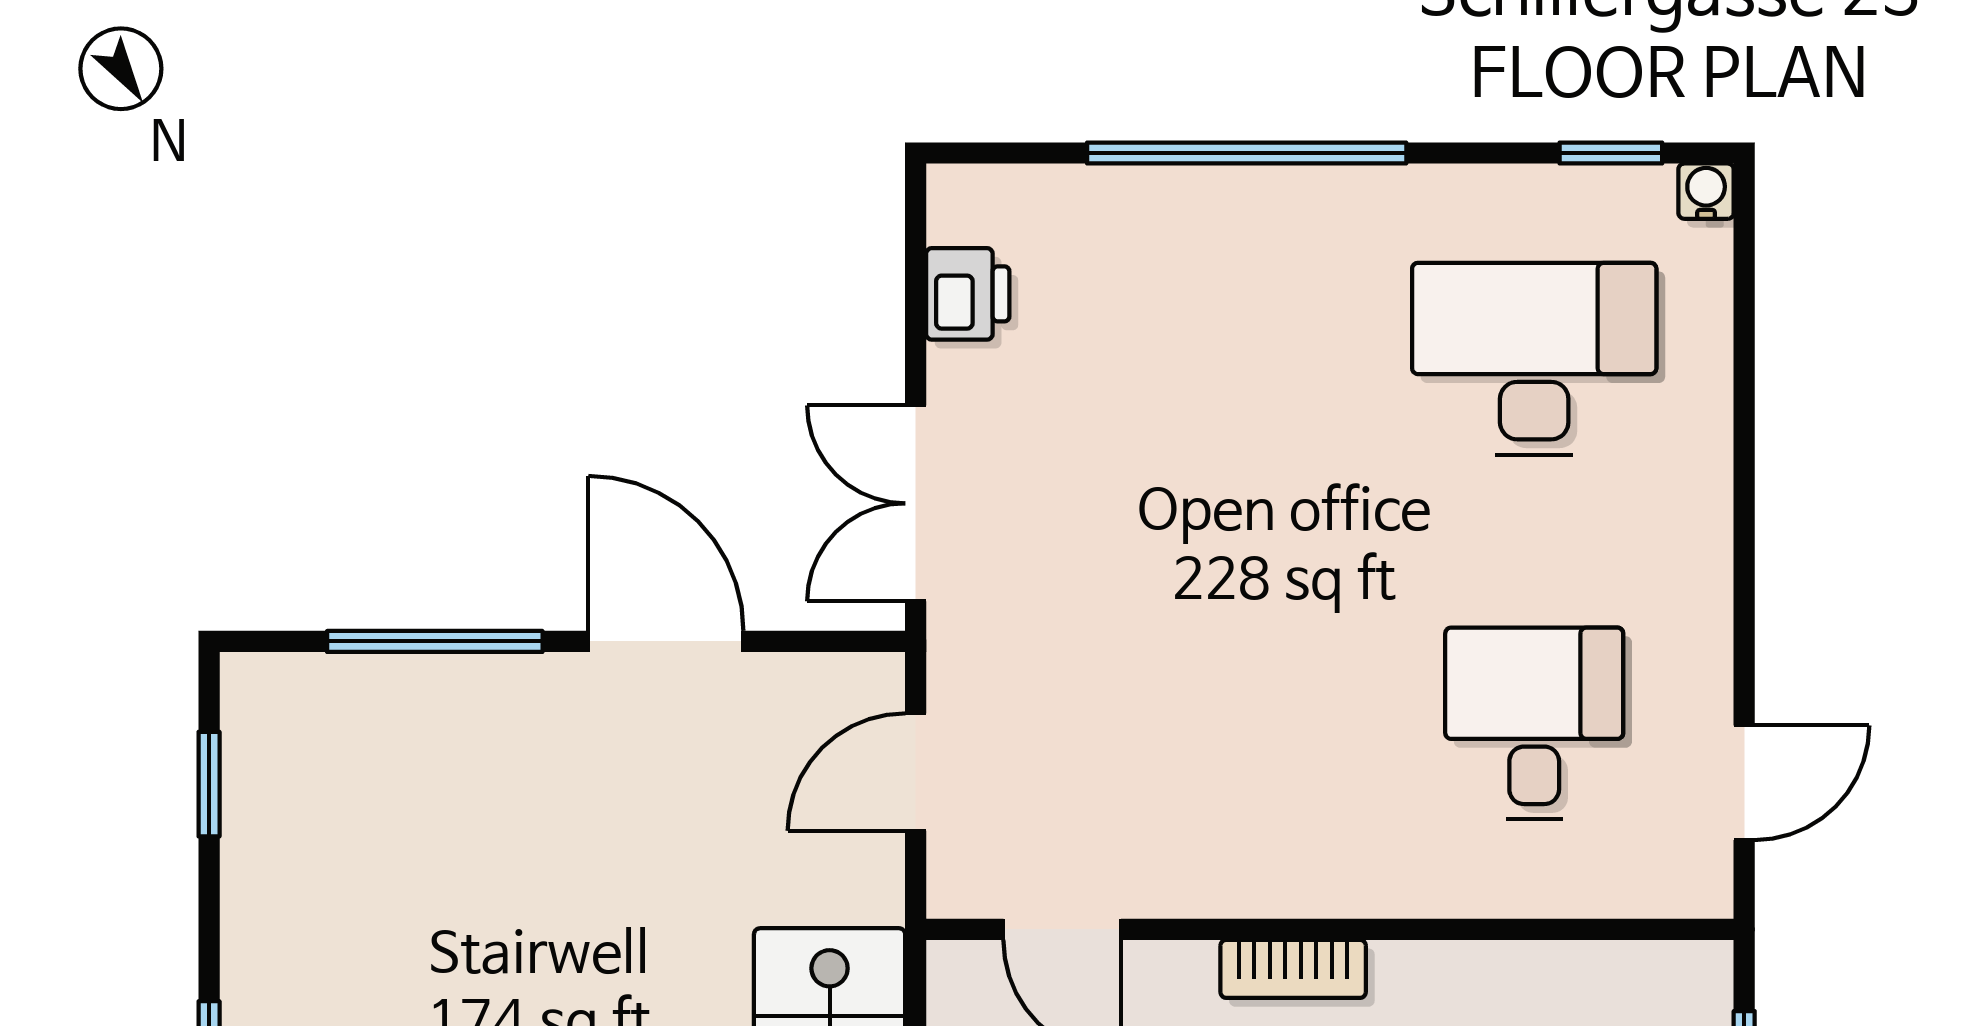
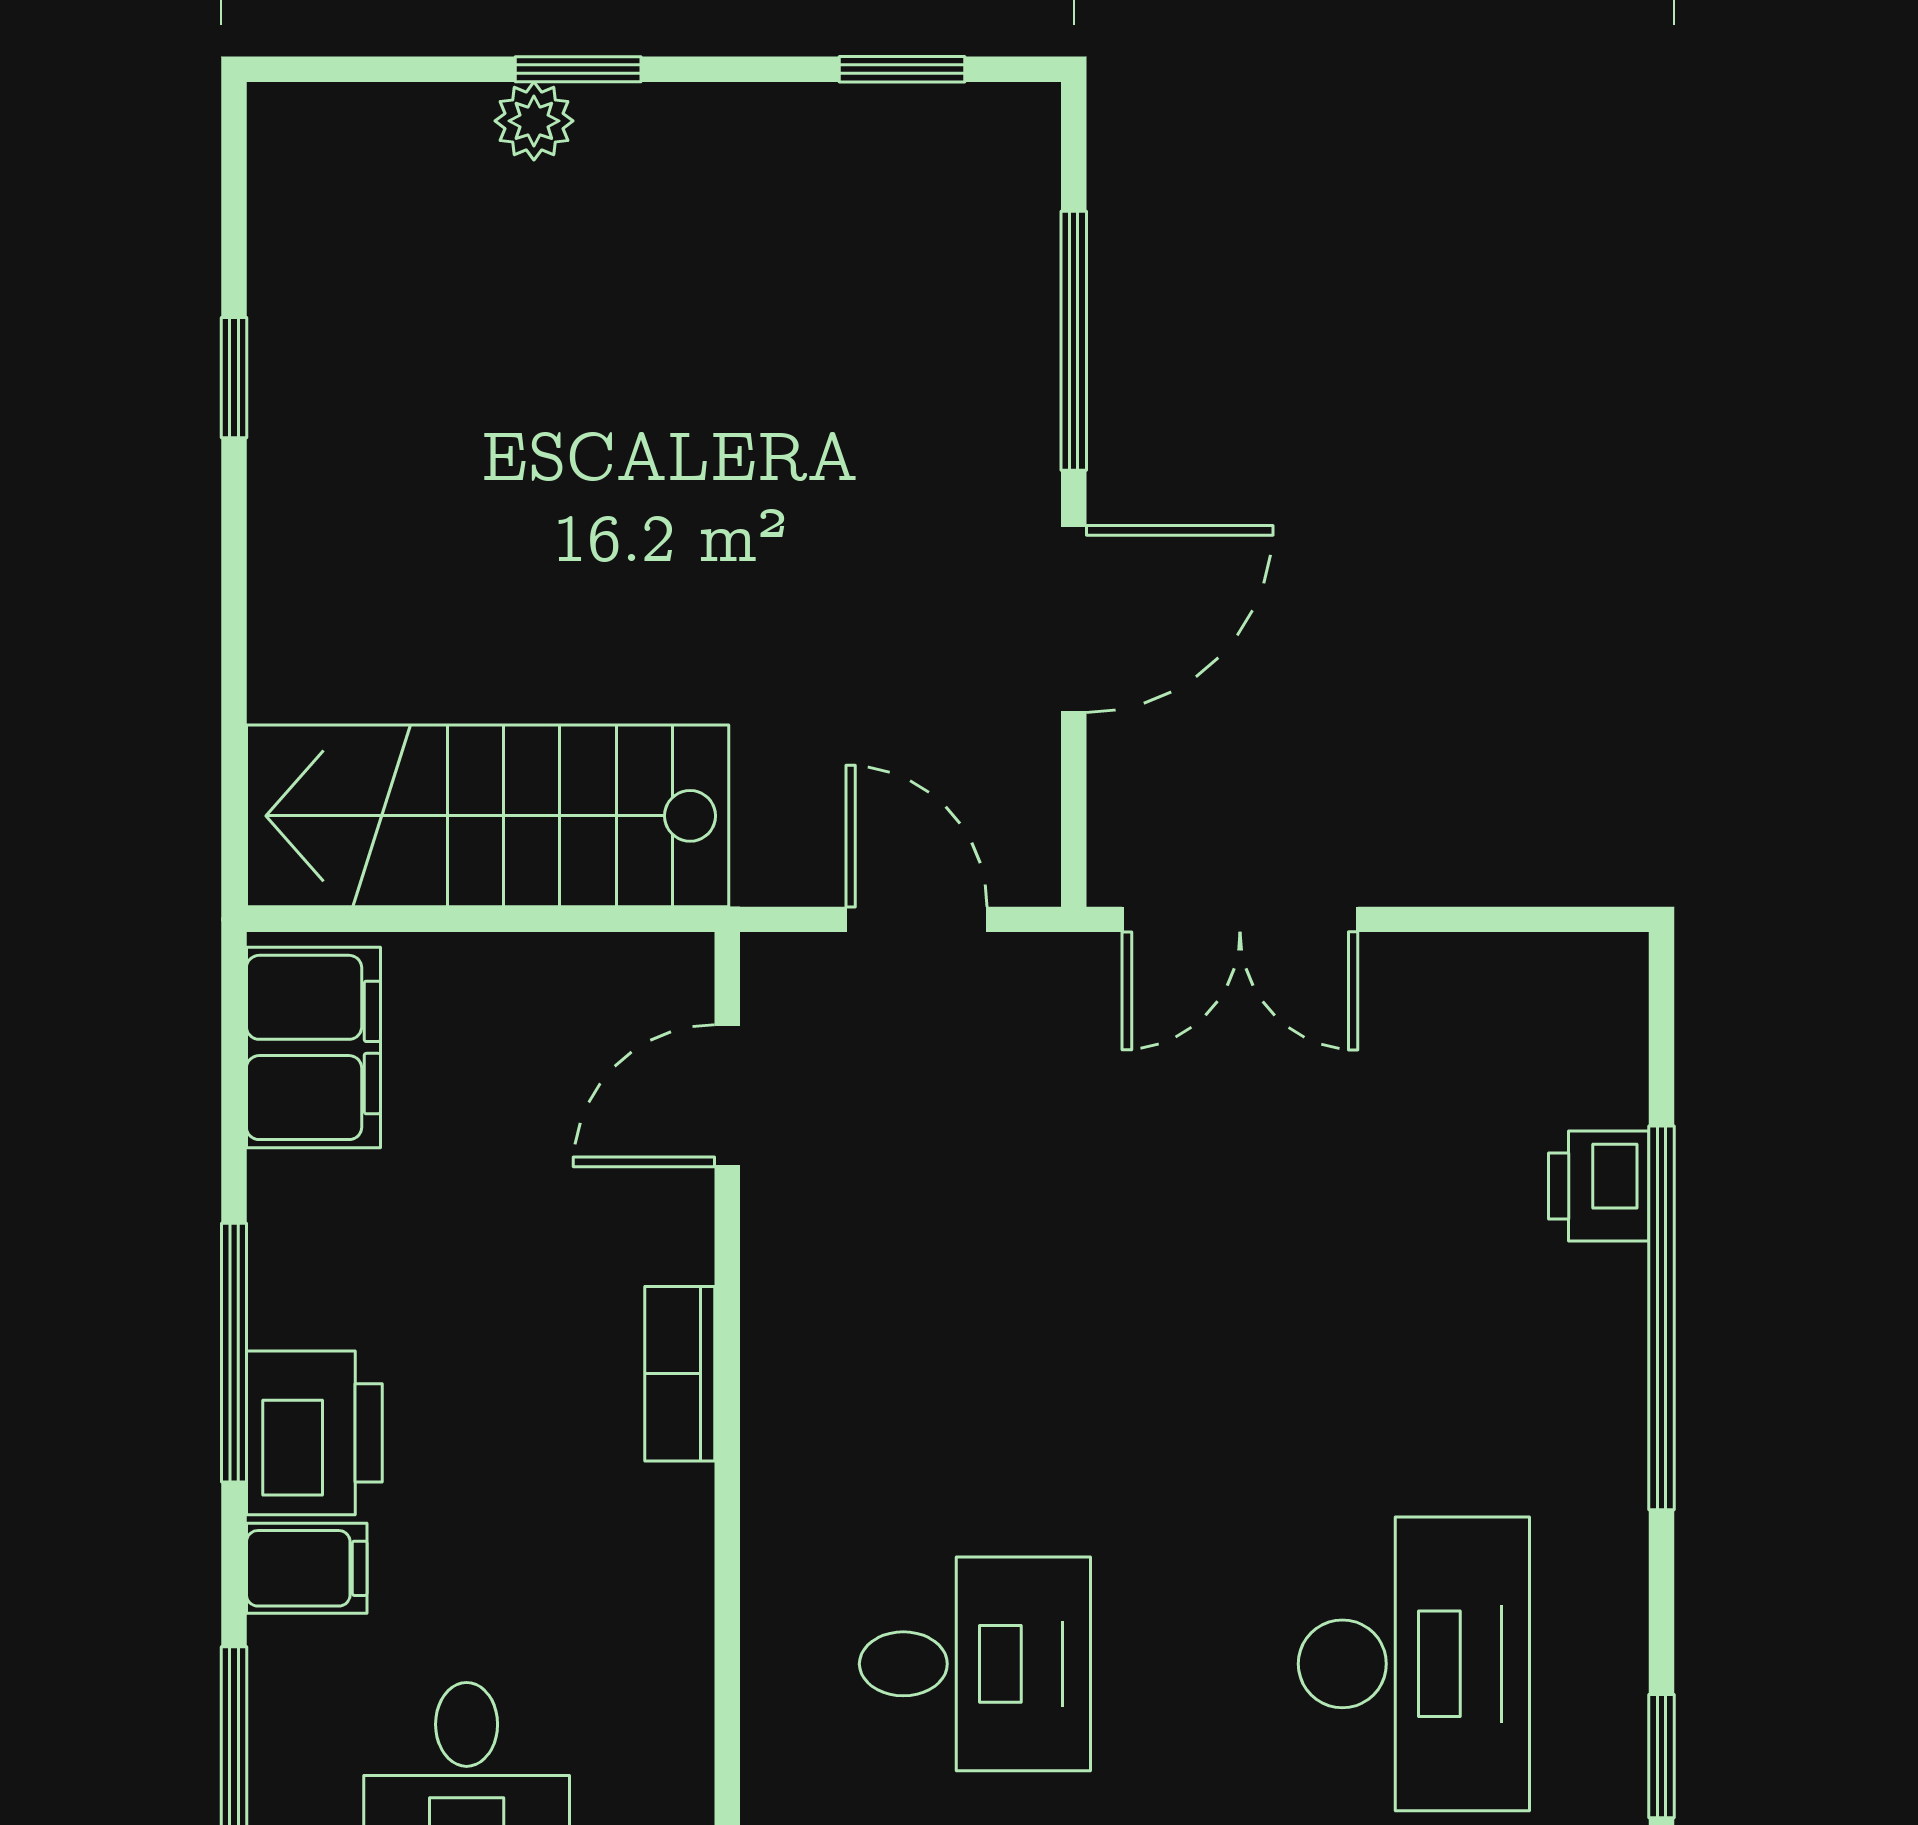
printer: (968, 294) -> (1599, 1186), moved, turned 90
double door: (916, 503) -> (1240, 919), swing flipped

